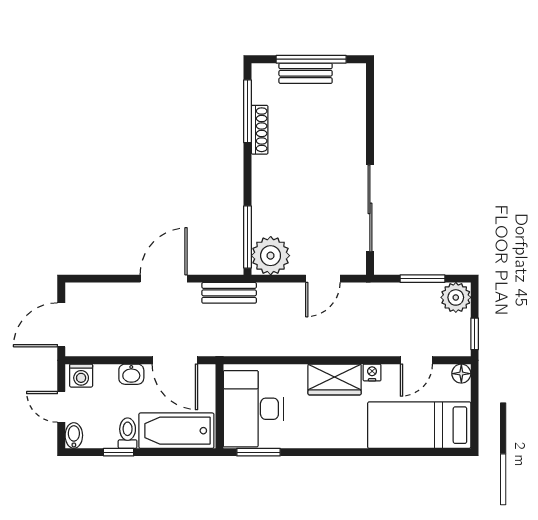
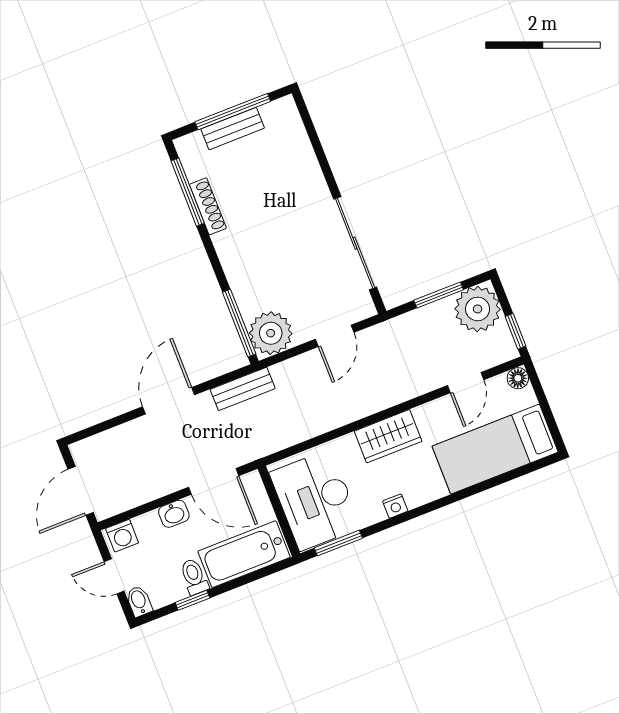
plant: (456, 297) -> (478, 309), width x1.36, depth x1.36
nightstand: (372, 373) -> (395, 506), moved, turned 180

